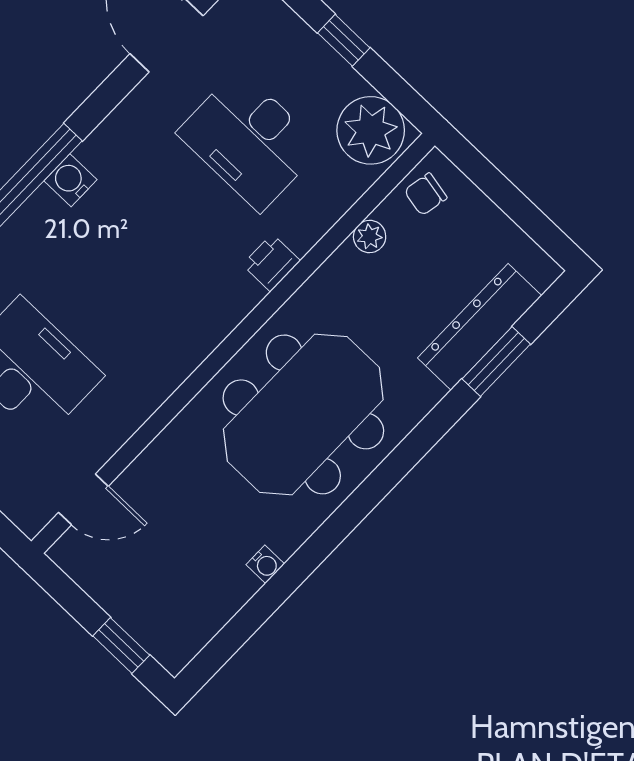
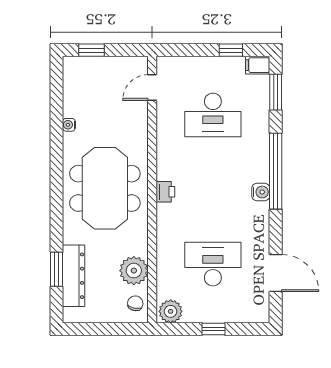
plant: (371, 130) -> (171, 311), width x0.73, depth x0.73
plant: (370, 237) -> (134, 271), width x1.88, depth x1.88
printer: (271, 263) -> (165, 192), moved

